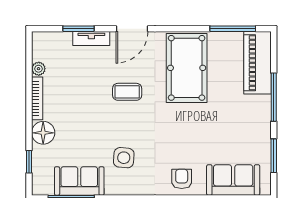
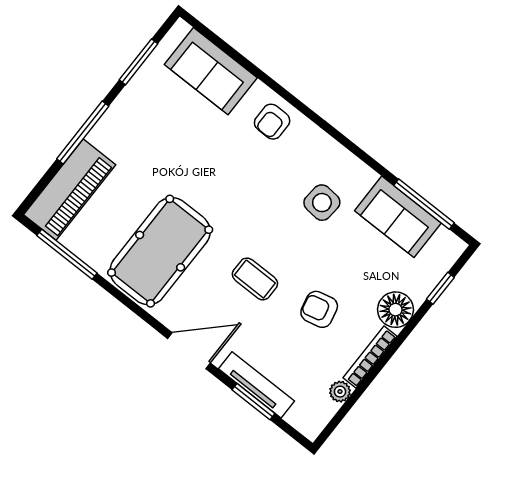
tv unit: (91, 39) -> (256, 385), width x1.41
armchair: (82, 102) -> (319, 309), added

